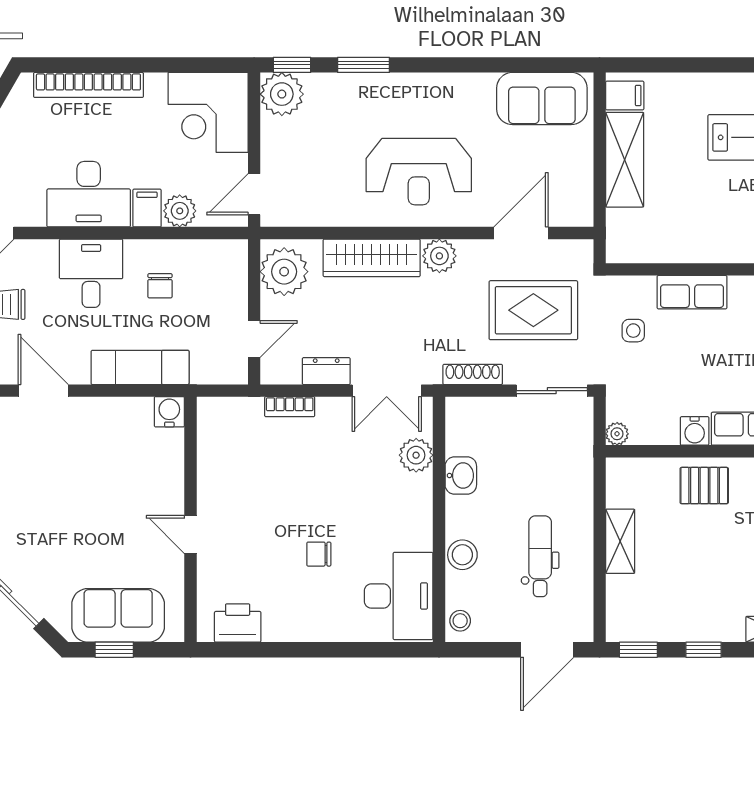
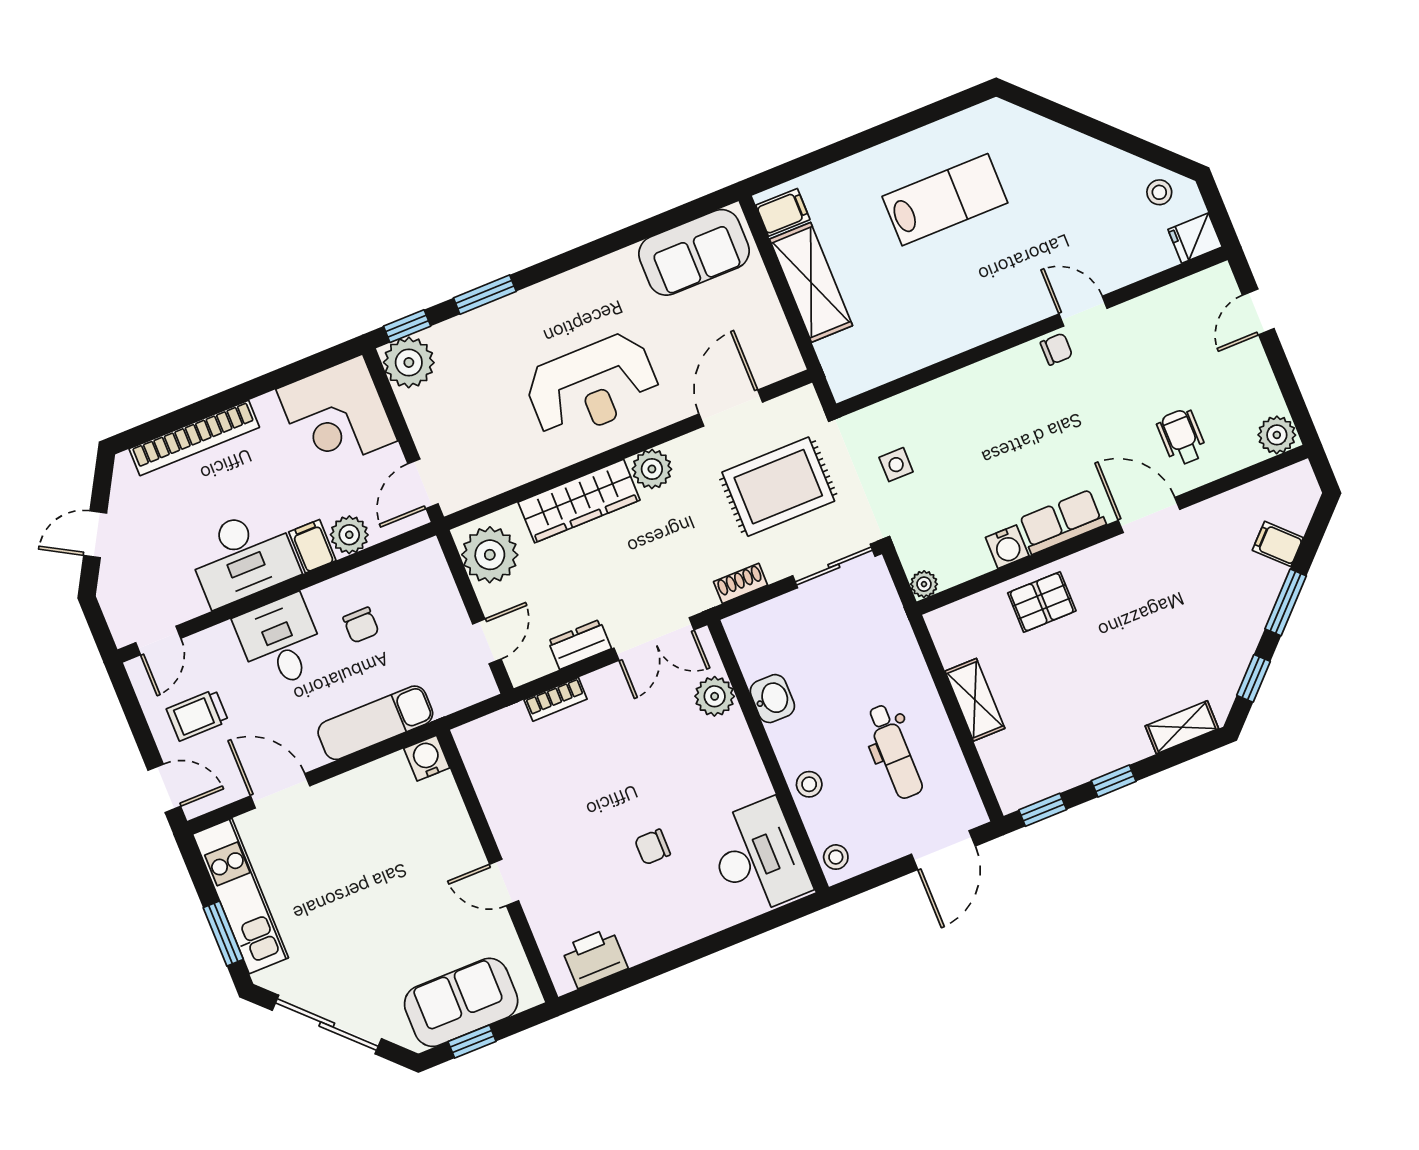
row of seats: (692, 292) -> (943, 397), removed
shoe rack: (473, 374) -> (741, 583), width x0.70
stool: (462, 555) -> (809, 784), width x0.73, depth x0.73
dental chair: (540, 556) -> (894, 751), turned 180

